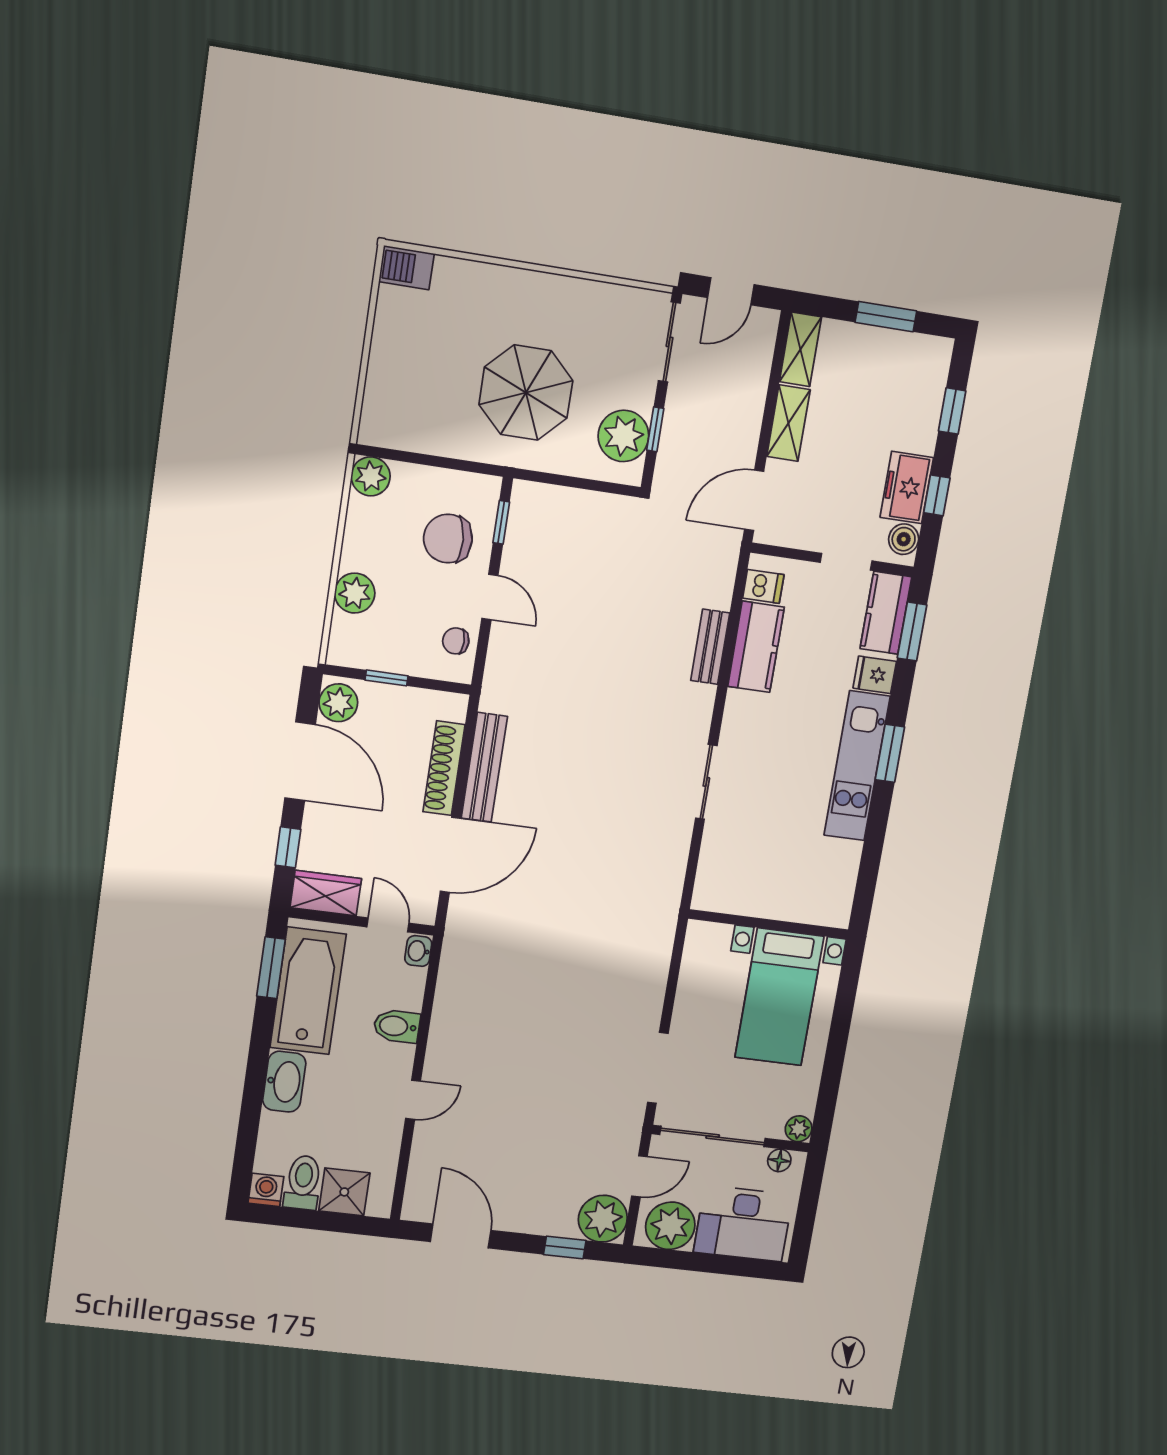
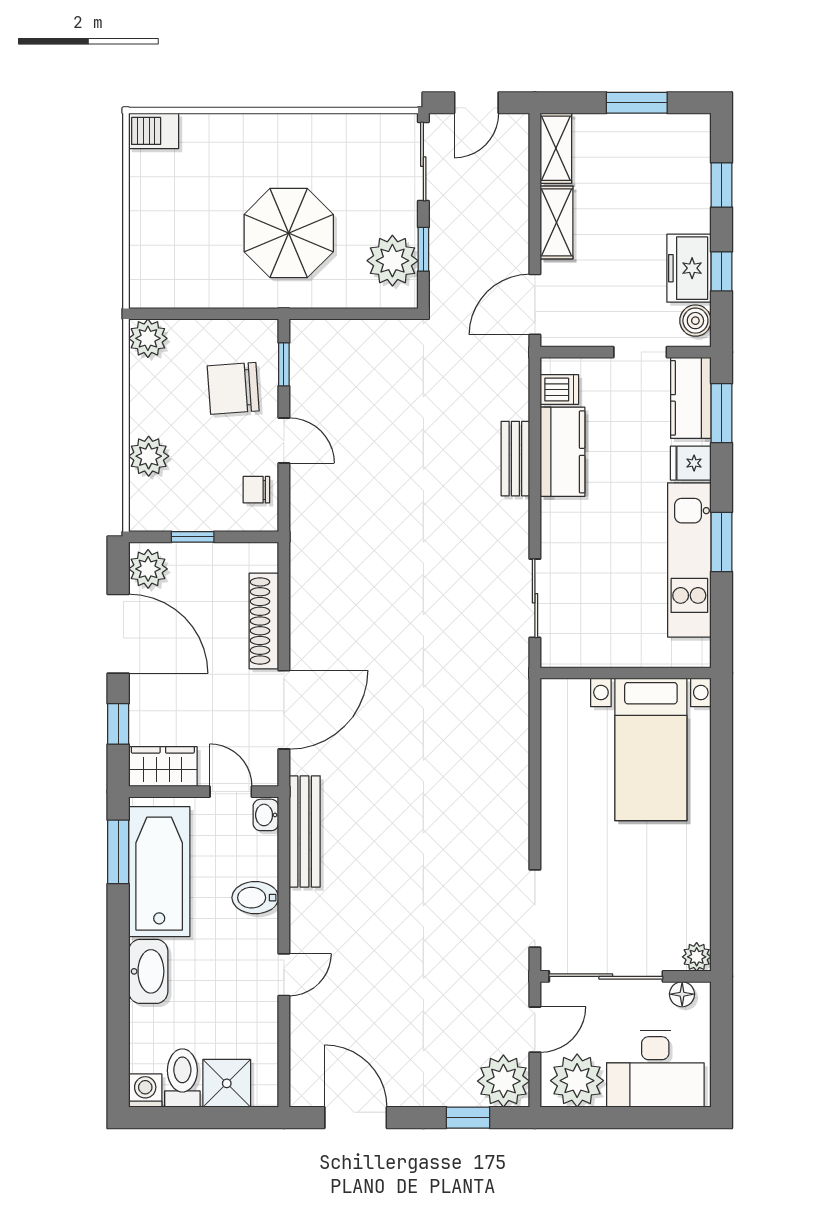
bench: (484, 767) -> (305, 831), moved
wall: (768, 924) -> (626, 673), moved
bed with nightstands: (779, 997) -> (651, 749), moved

